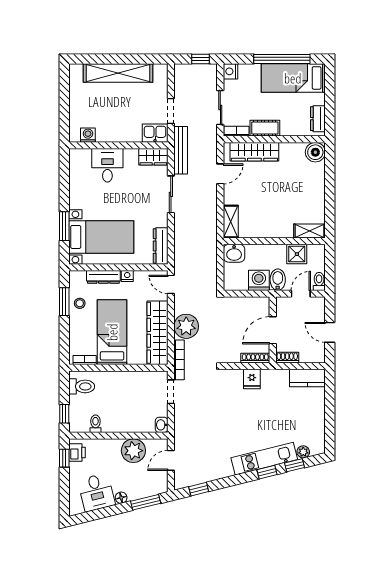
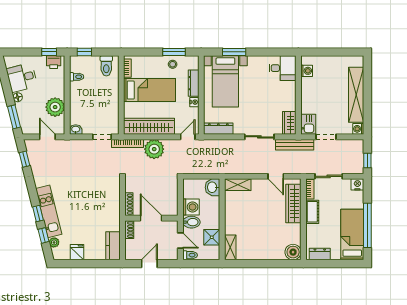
washing machine: (161, 70) -> (358, 129), added
desk: (107, 165) -> (283, 68), moved
fridge: (252, 379) -> (77, 252), moved, turned 90

